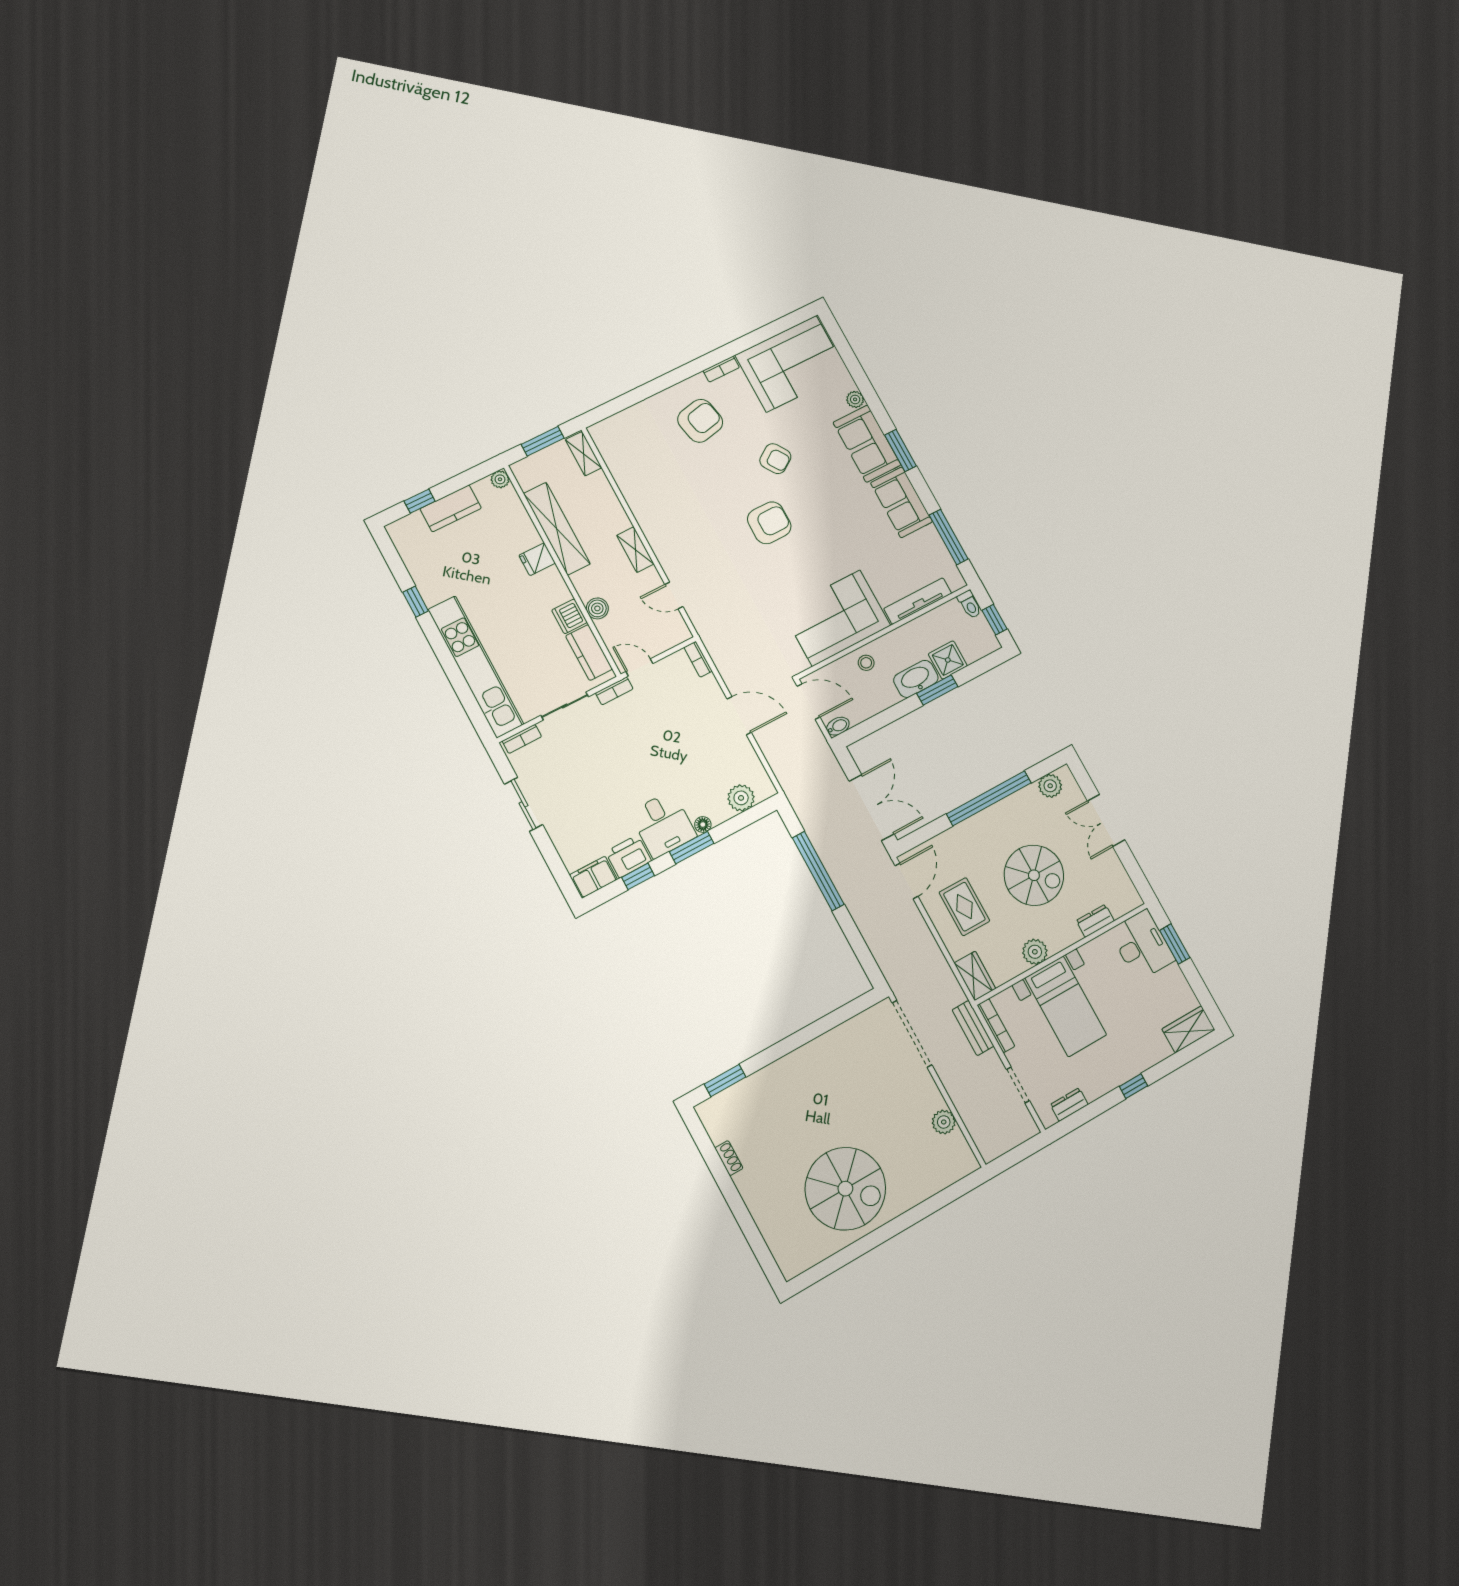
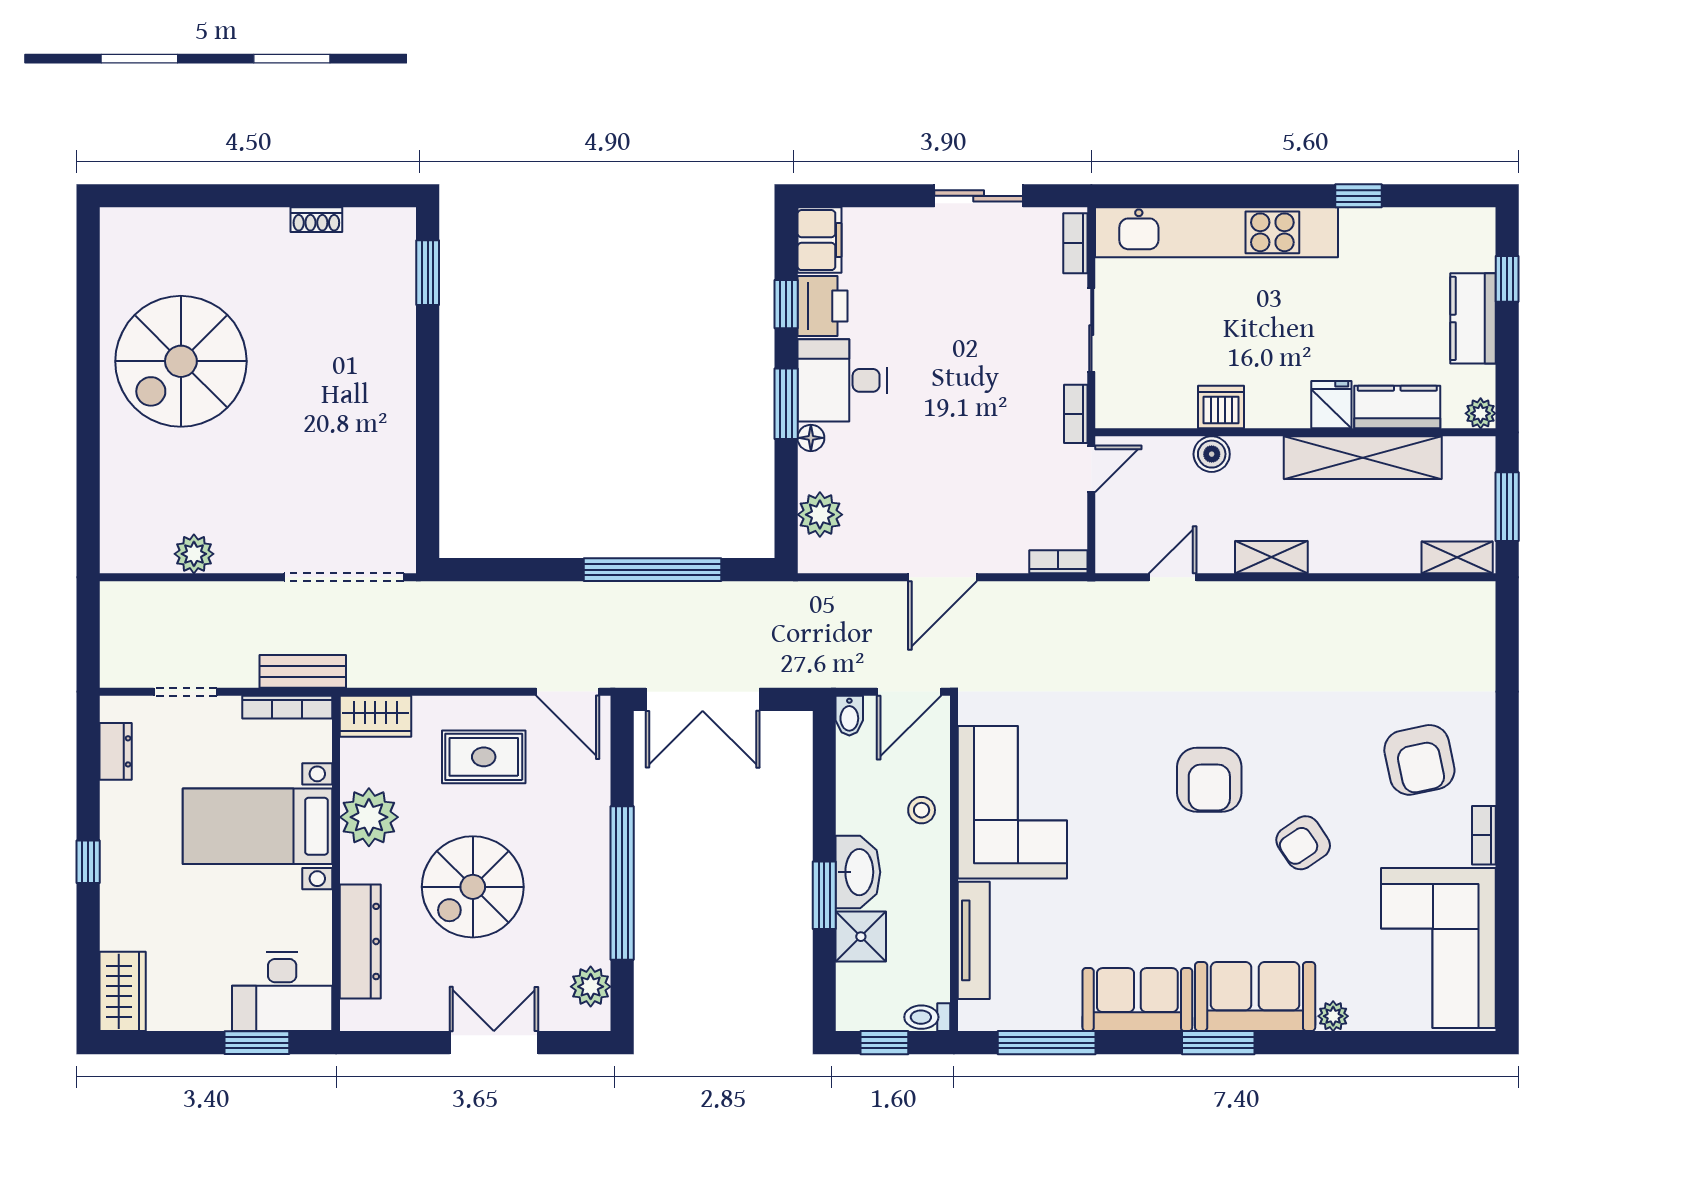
kitchen counter: (589, 652) -> (1397, 407), moved
dresser: (1095, 921) -> (360, 941), width x1.96, depth x1.24
plant: (1035, 952) -> (369, 817), width x1.36, depth x1.36

